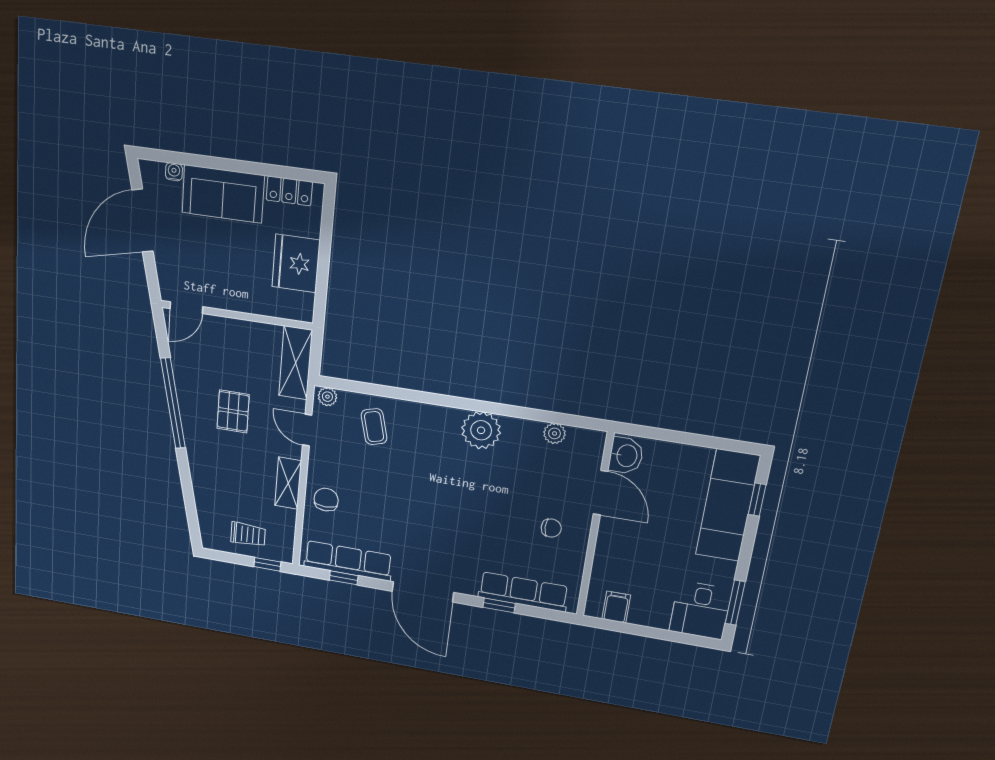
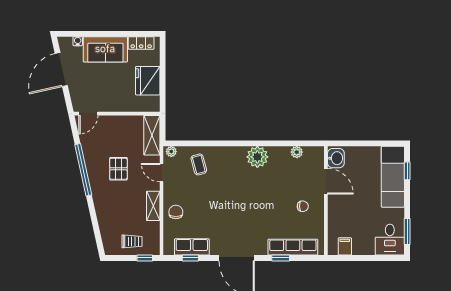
row of seats: (348, 561) -> (192, 247), width x0.68

